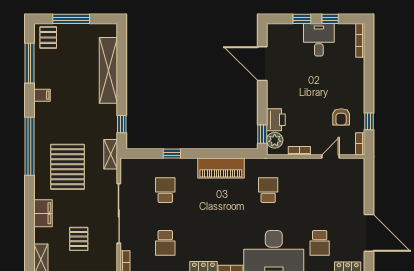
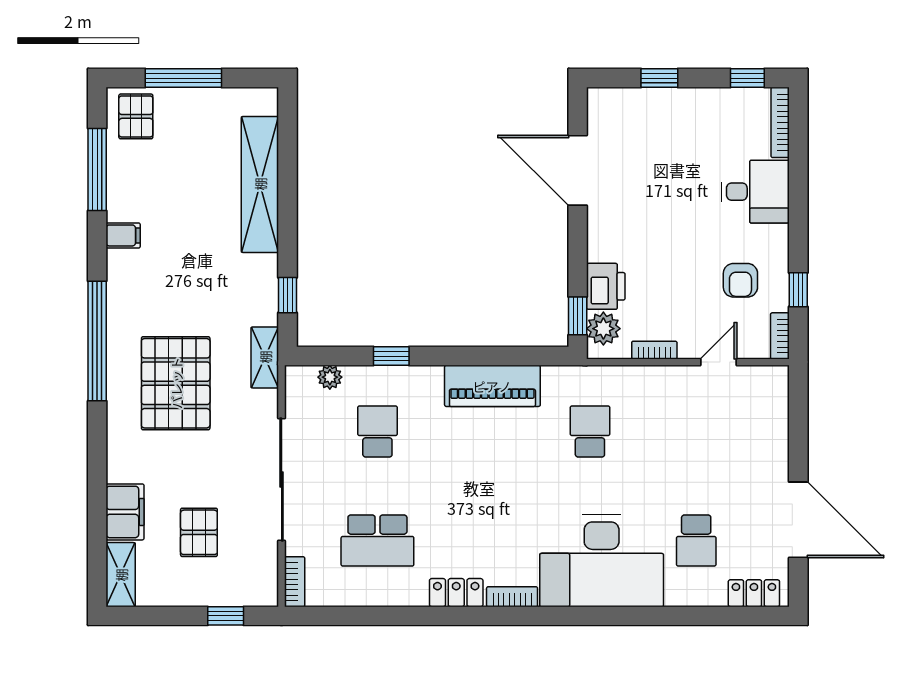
window: (330, 19) -> (747, 78), moved
desk: (319, 40) -> (755, 192), moved, turned 90
plant: (142, 164) -> (330, 377), added
filing cabinet: (43, 213) -> (125, 512), moved
school desk: (165, 243) -> (377, 540), width x1.85

